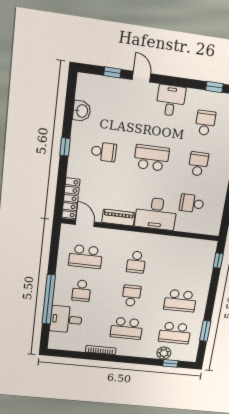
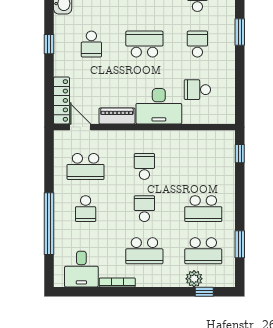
school desk: (104, 152) -> (91, 44), turned 90
school desk: (136, 262) -> (144, 166), turned 180
desk: (66, 319) -> (81, 269), moved, turned -90

